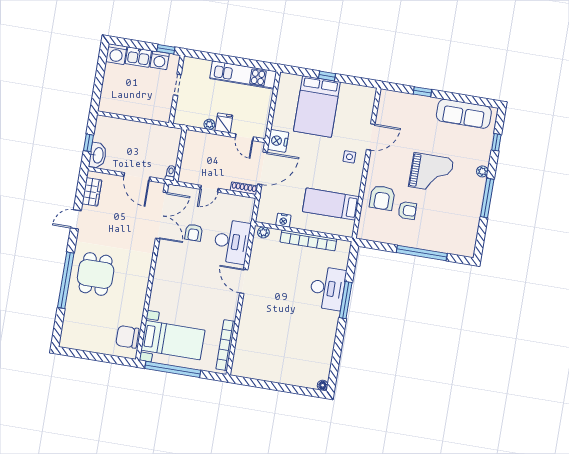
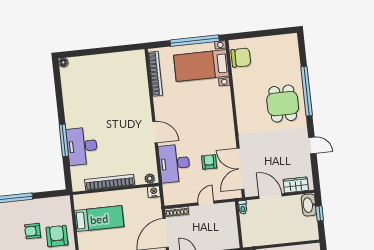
wardrobe: (92, 192) -> (296, 185), moved, turned 90
door: (76, 219) -> (312, 145), hinge flipped
nightstand: (283, 220) -> (154, 192), moved

